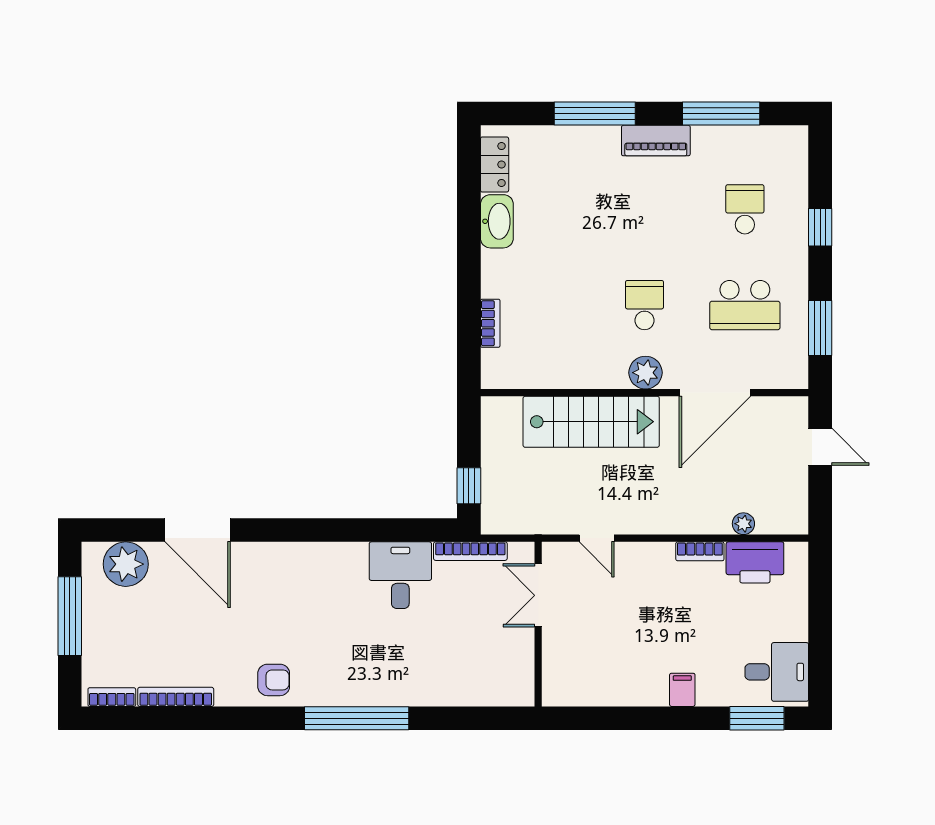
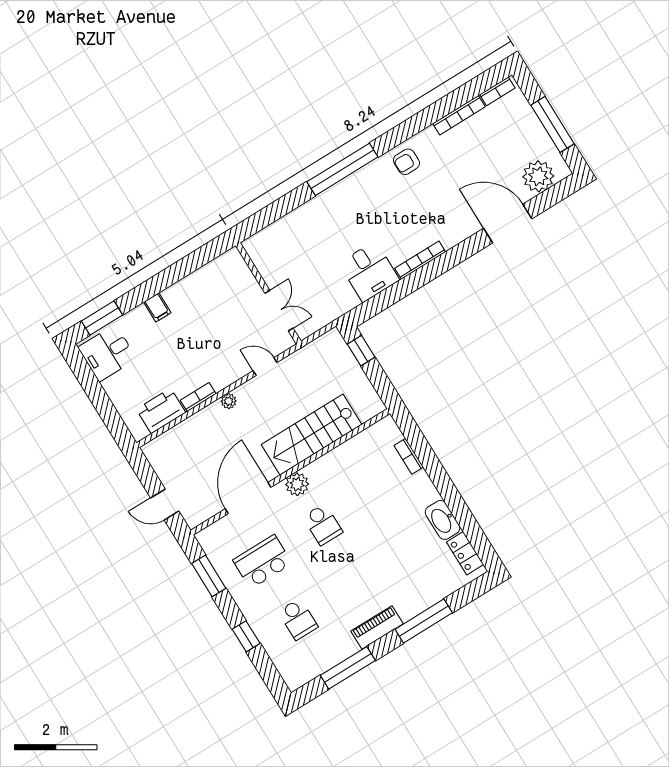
plant: (743, 524) -> (229, 401), moved
bookcase: (470, 551) -> (420, 260), moved

